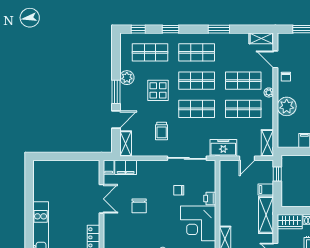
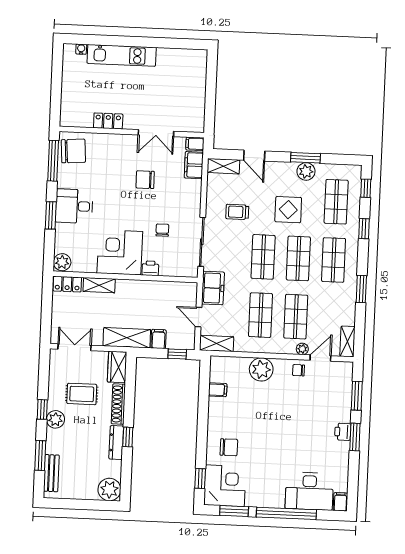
window: (116, 92) -> (305, 158), moved
plant: (269, 92) -> (302, 349), moved

